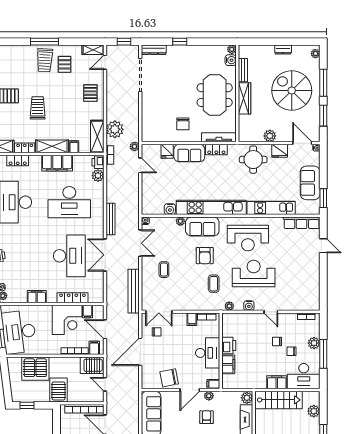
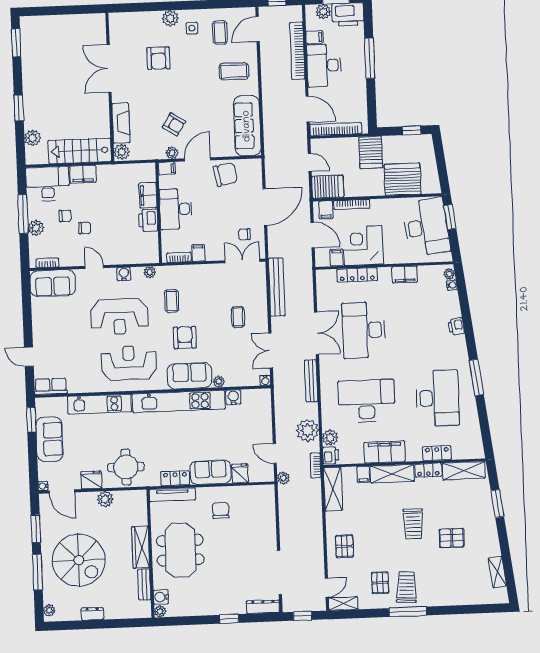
plant: (115, 129) -> (308, 430), moved
row of seats: (302, 223) -> (51, 386), width x0.68
sofa: (303, 301) -> (53, 283), added
armchair: (206, 417) -> (174, 124), turned -57

